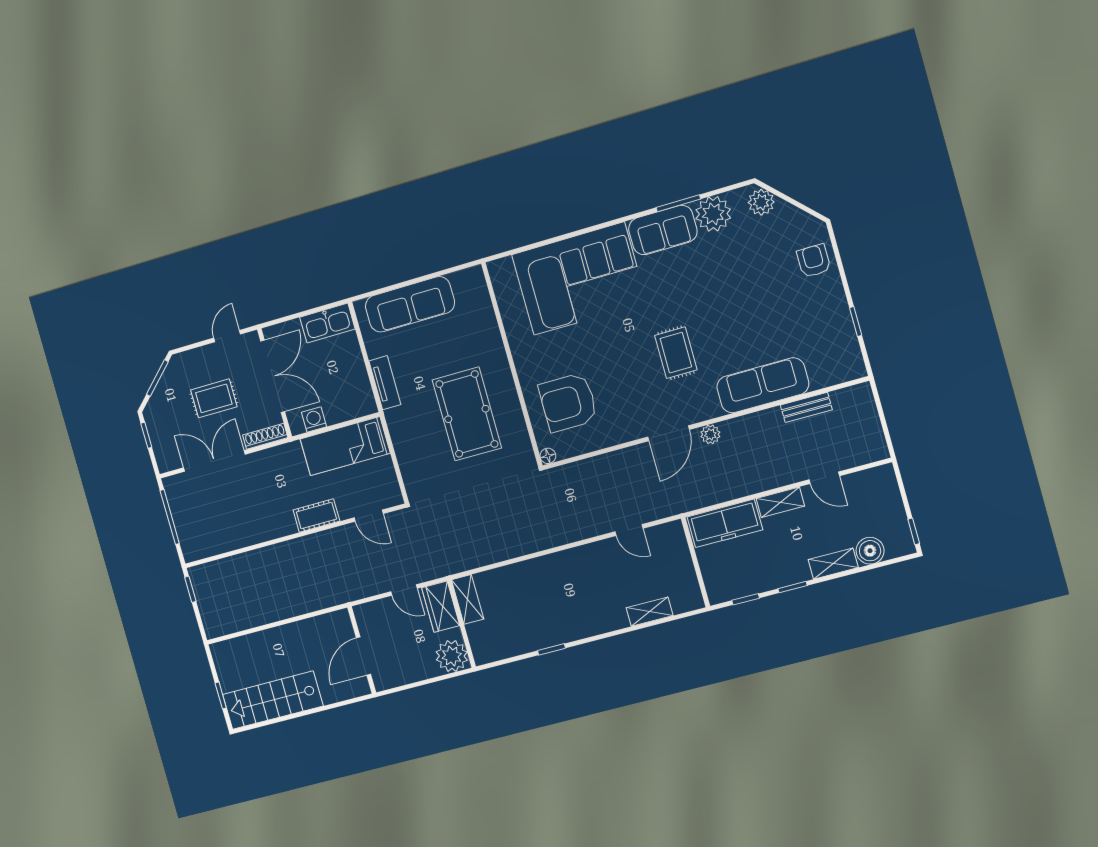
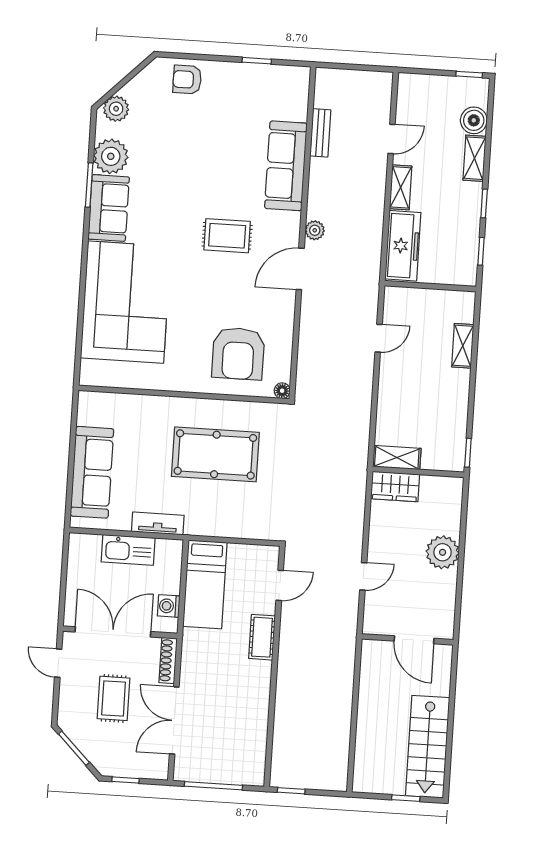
kitchen sink: (327, 323) -> (128, 550), moved, turned 90
door: (669, 433) -> (300, 269), swing flipped
shelving: (468, 599) -> (397, 458), moved
wardrobe: (441, 607) -> (395, 486), moved
wall: (461, 624) -> (418, 472), moved

